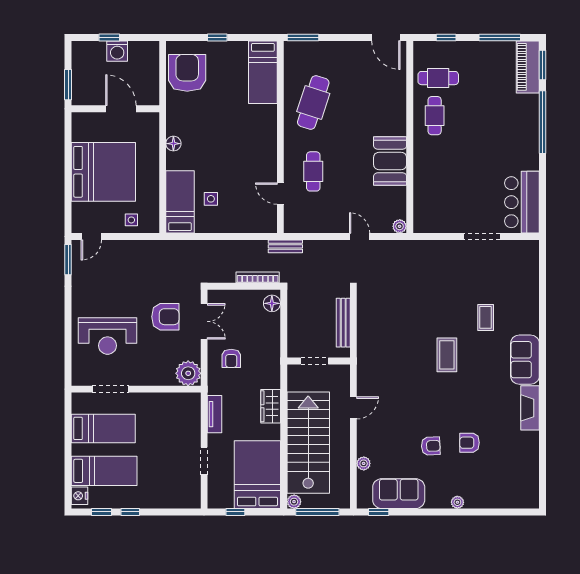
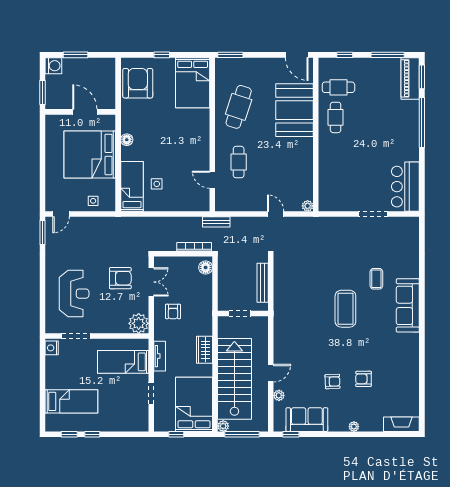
window: (109, 37) -> (75, 55), width x1.50
washing machine: (117, 51) -> (53, 66), moved, turned -90
bed: (263, 72) -> (193, 83), width x1.50
booth: (390, 161) -> (294, 110), moved, width x1.36, depth x1.42
bed: (103, 172) -> (90, 154), moved, turned 180
reception desk: (108, 336) -> (74, 294), turned -90
coffee table: (447, 355) -> (345, 309), width x1.36, depth x1.32
sofa: (525, 360) -> (408, 305), width x1.36
door: (353, 408) -> (271, 373), moved
fireplace: (530, 408) -> (401, 424), moved, turned 90
bed: (103, 428) -> (123, 362), moved, turned 180
nightstand: (79, 496) -> (52, 348), moved

